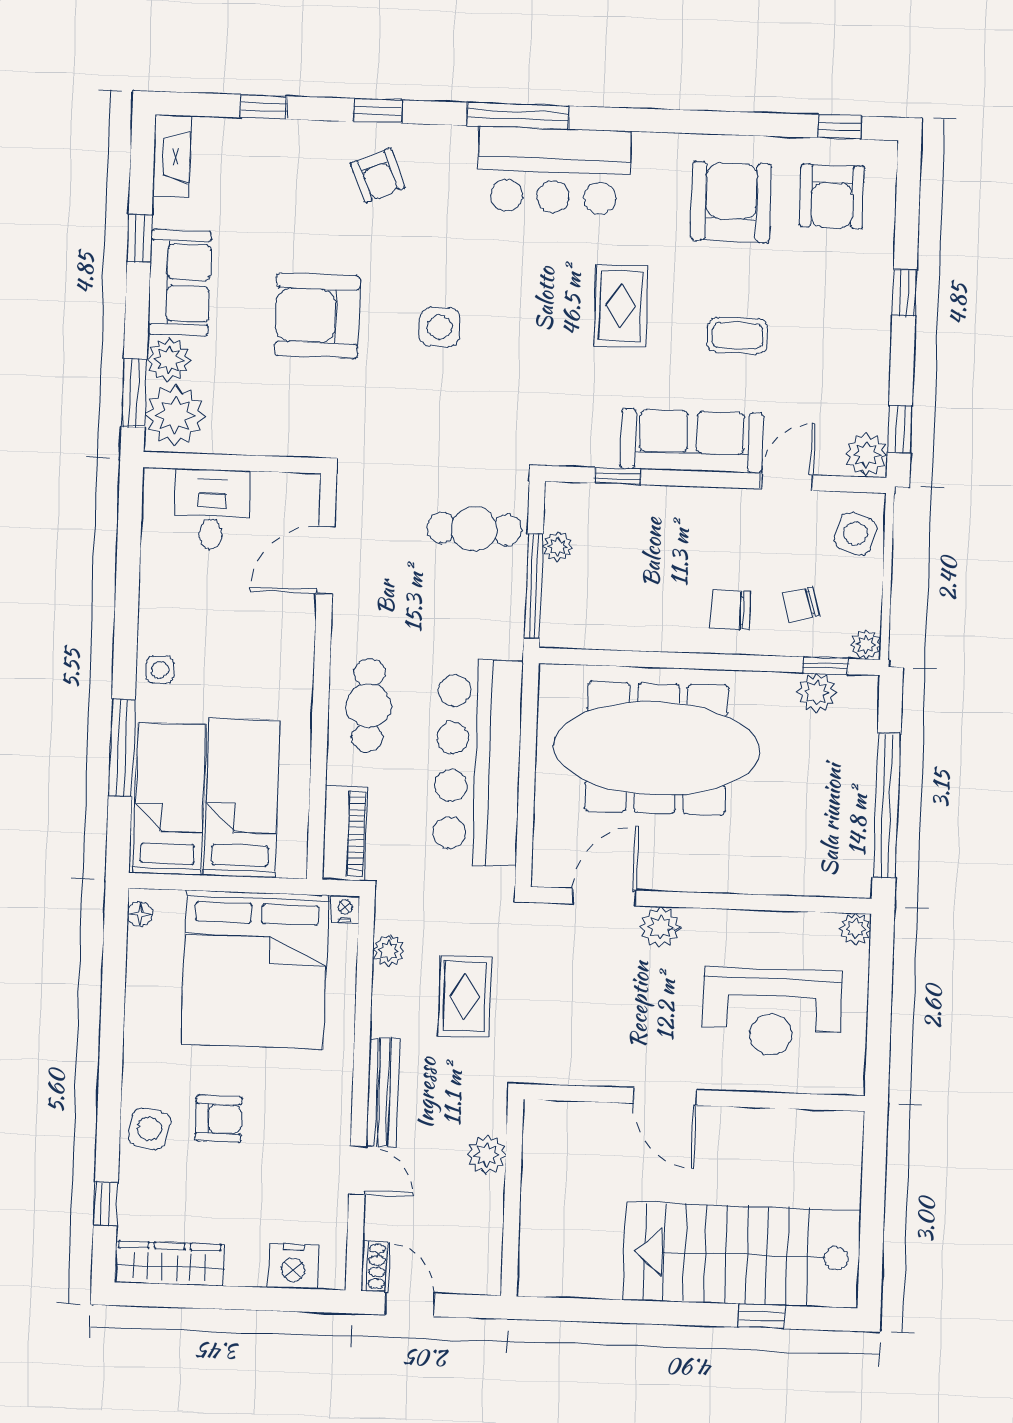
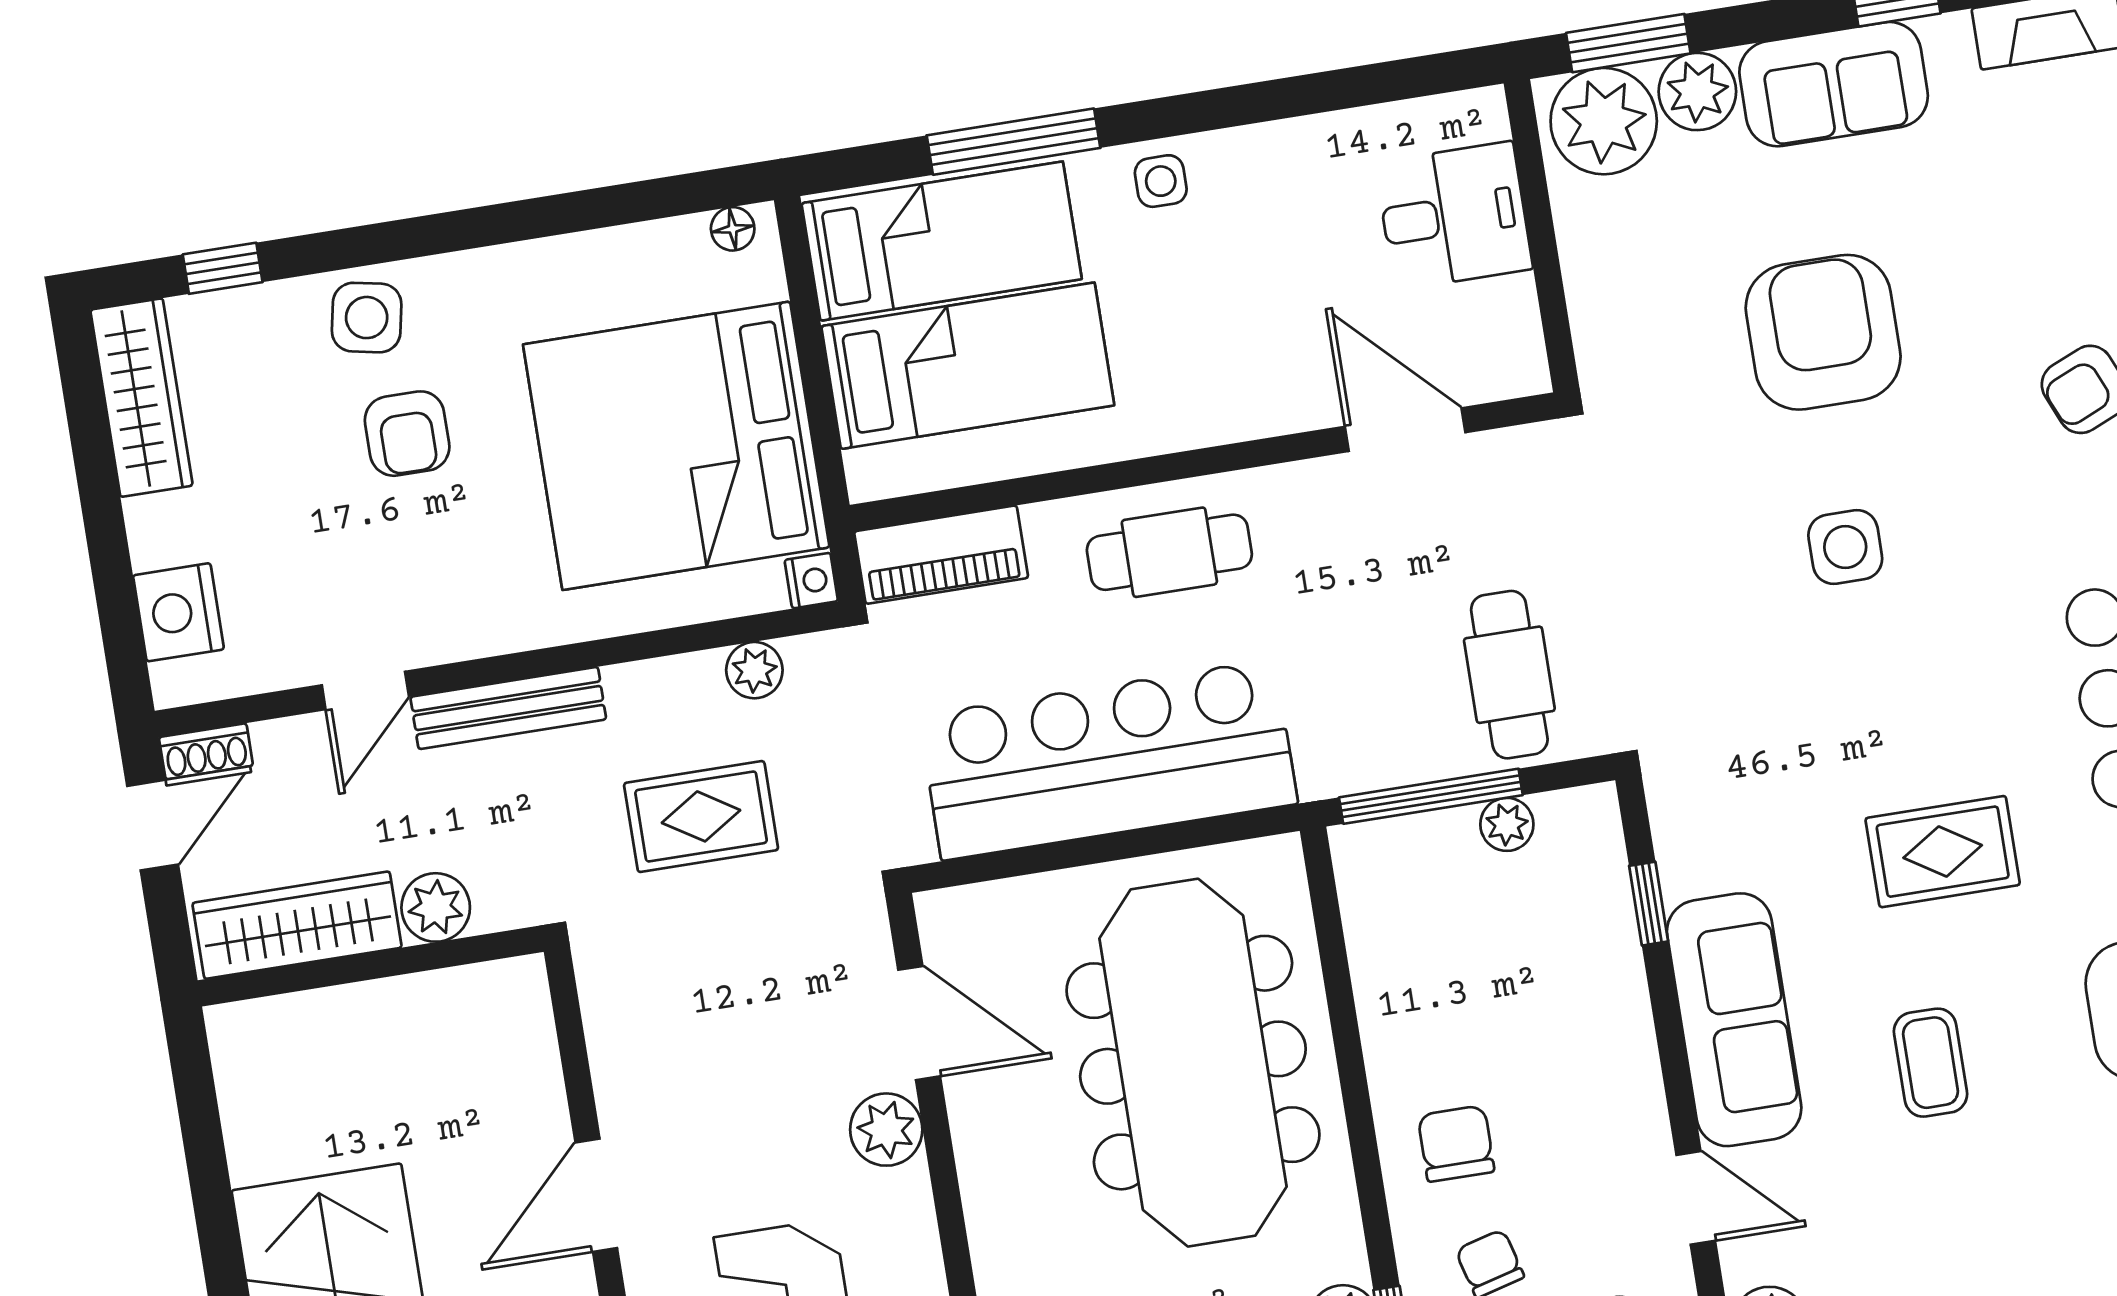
wardrobe: (481, 1234) -> (297, 925), added

